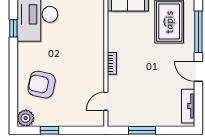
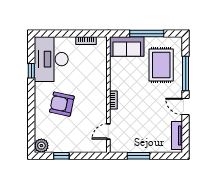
armchair: (42, 85) -> (62, 104), moved

